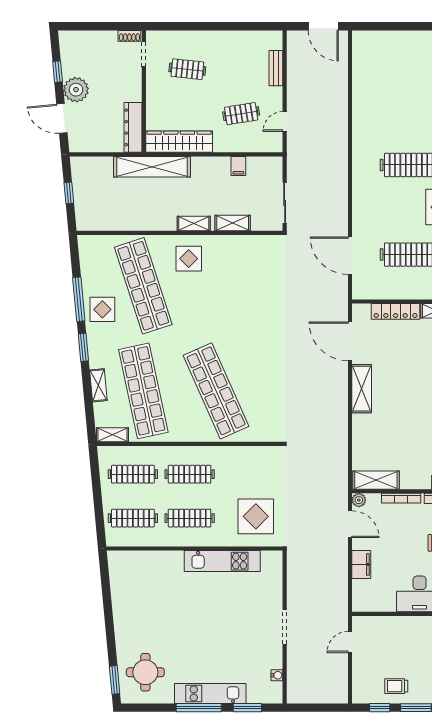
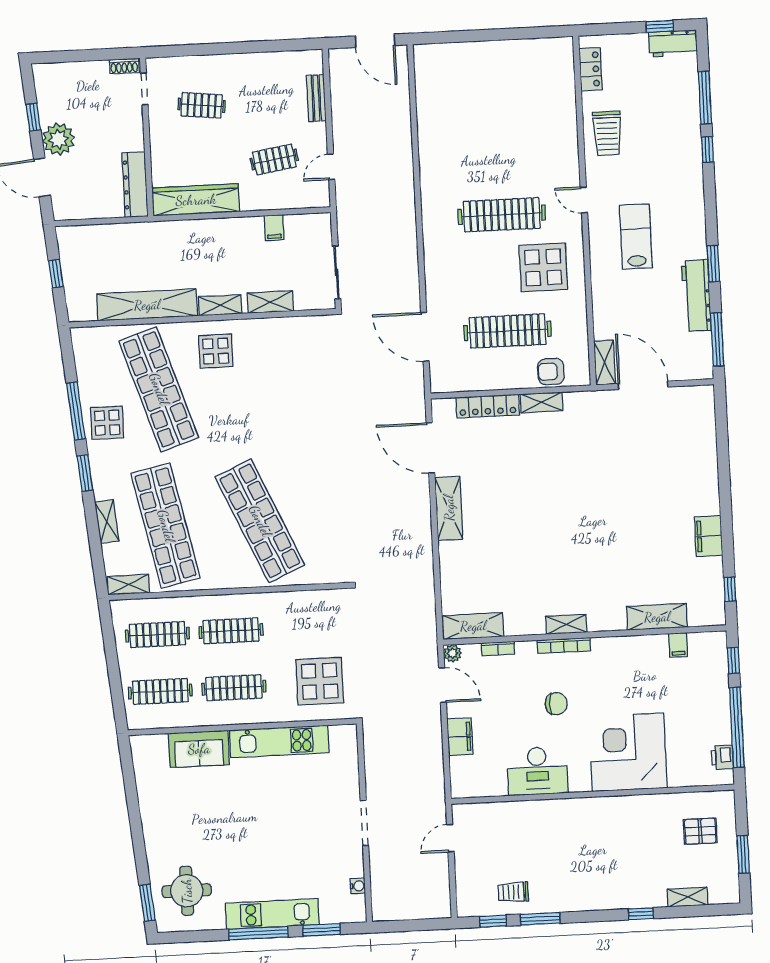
shelving: (152, 167) -> (147, 305), moved
bookcase: (401, 498) -> (498, 649), width x0.64
sofa: (160, 564) -> (199, 749), added

